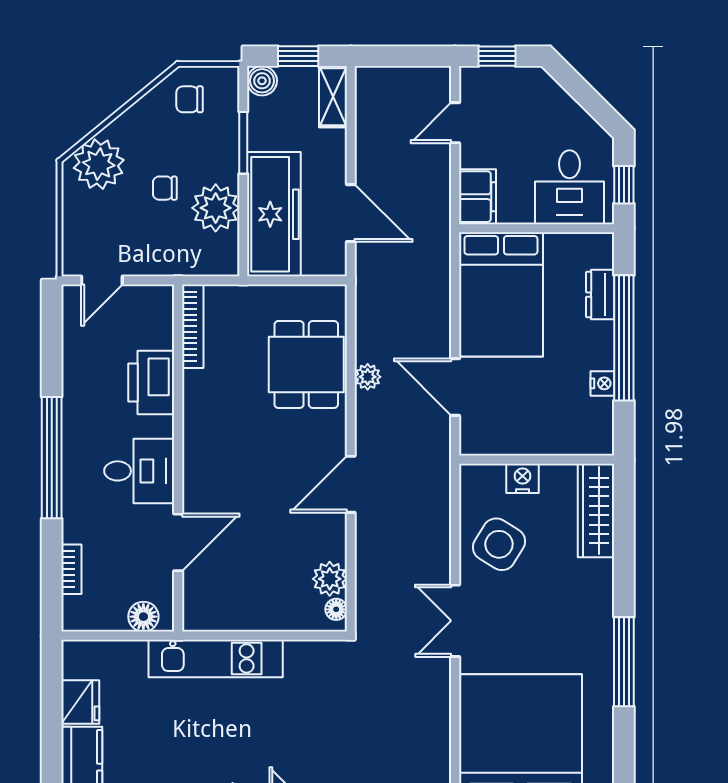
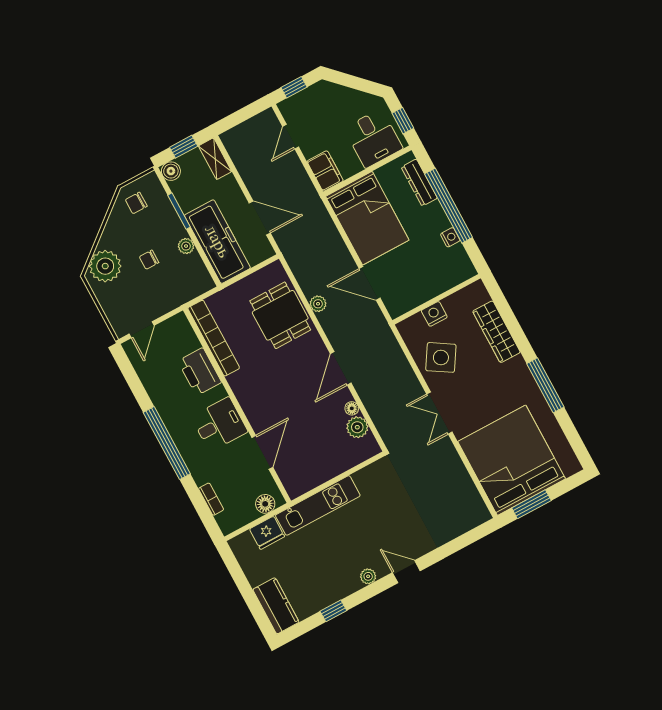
plant: (216, 208) -> (186, 246), width x0.53, depth x0.53
dresser: (600, 295) -> (419, 183), width x1.44
bookcase: (193, 326) -> (214, 338), width x1.48, depth x1.31
wardrobe: (596, 510) -> (496, 332), moved
floor lamp: (336, 609) -> (352, 408), moved
fridge: (80, 702) -> (267, 533), moved, turned 90

